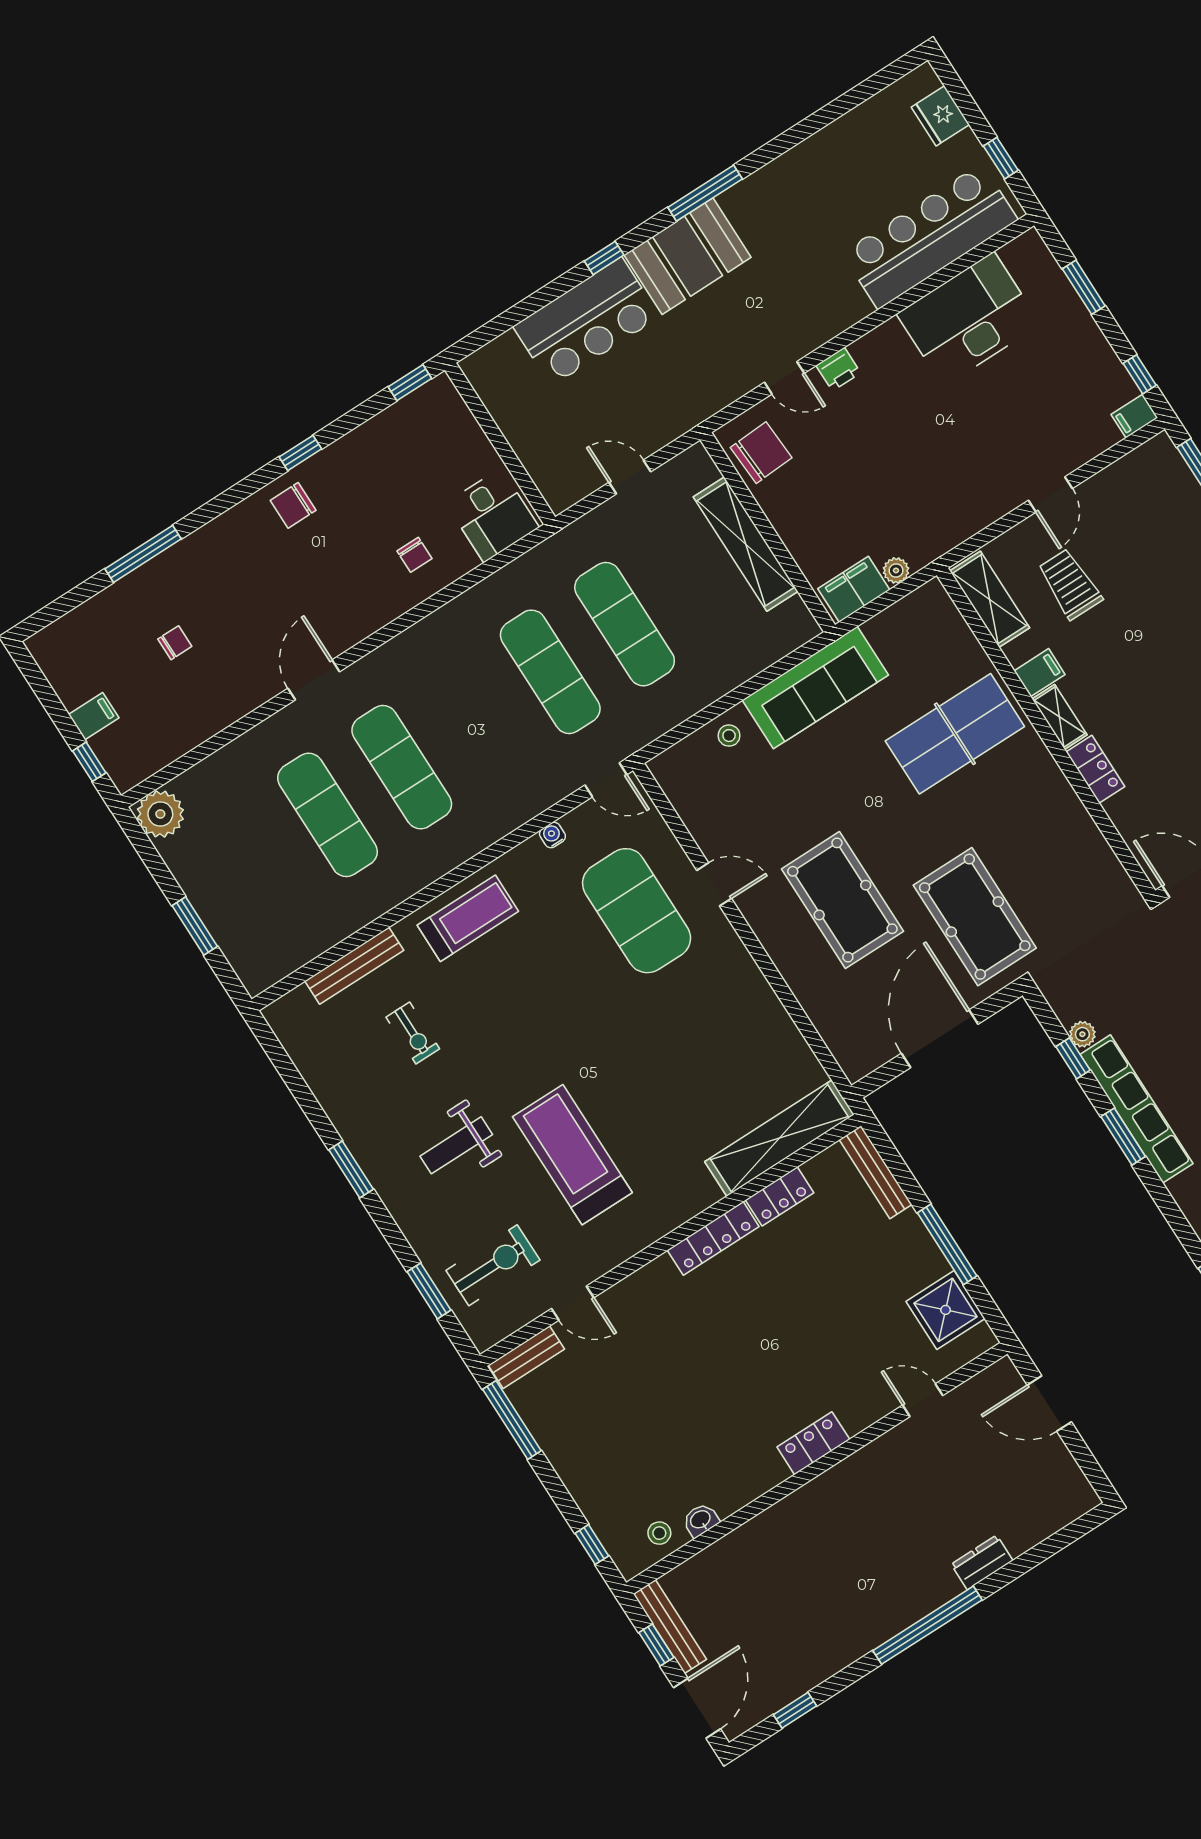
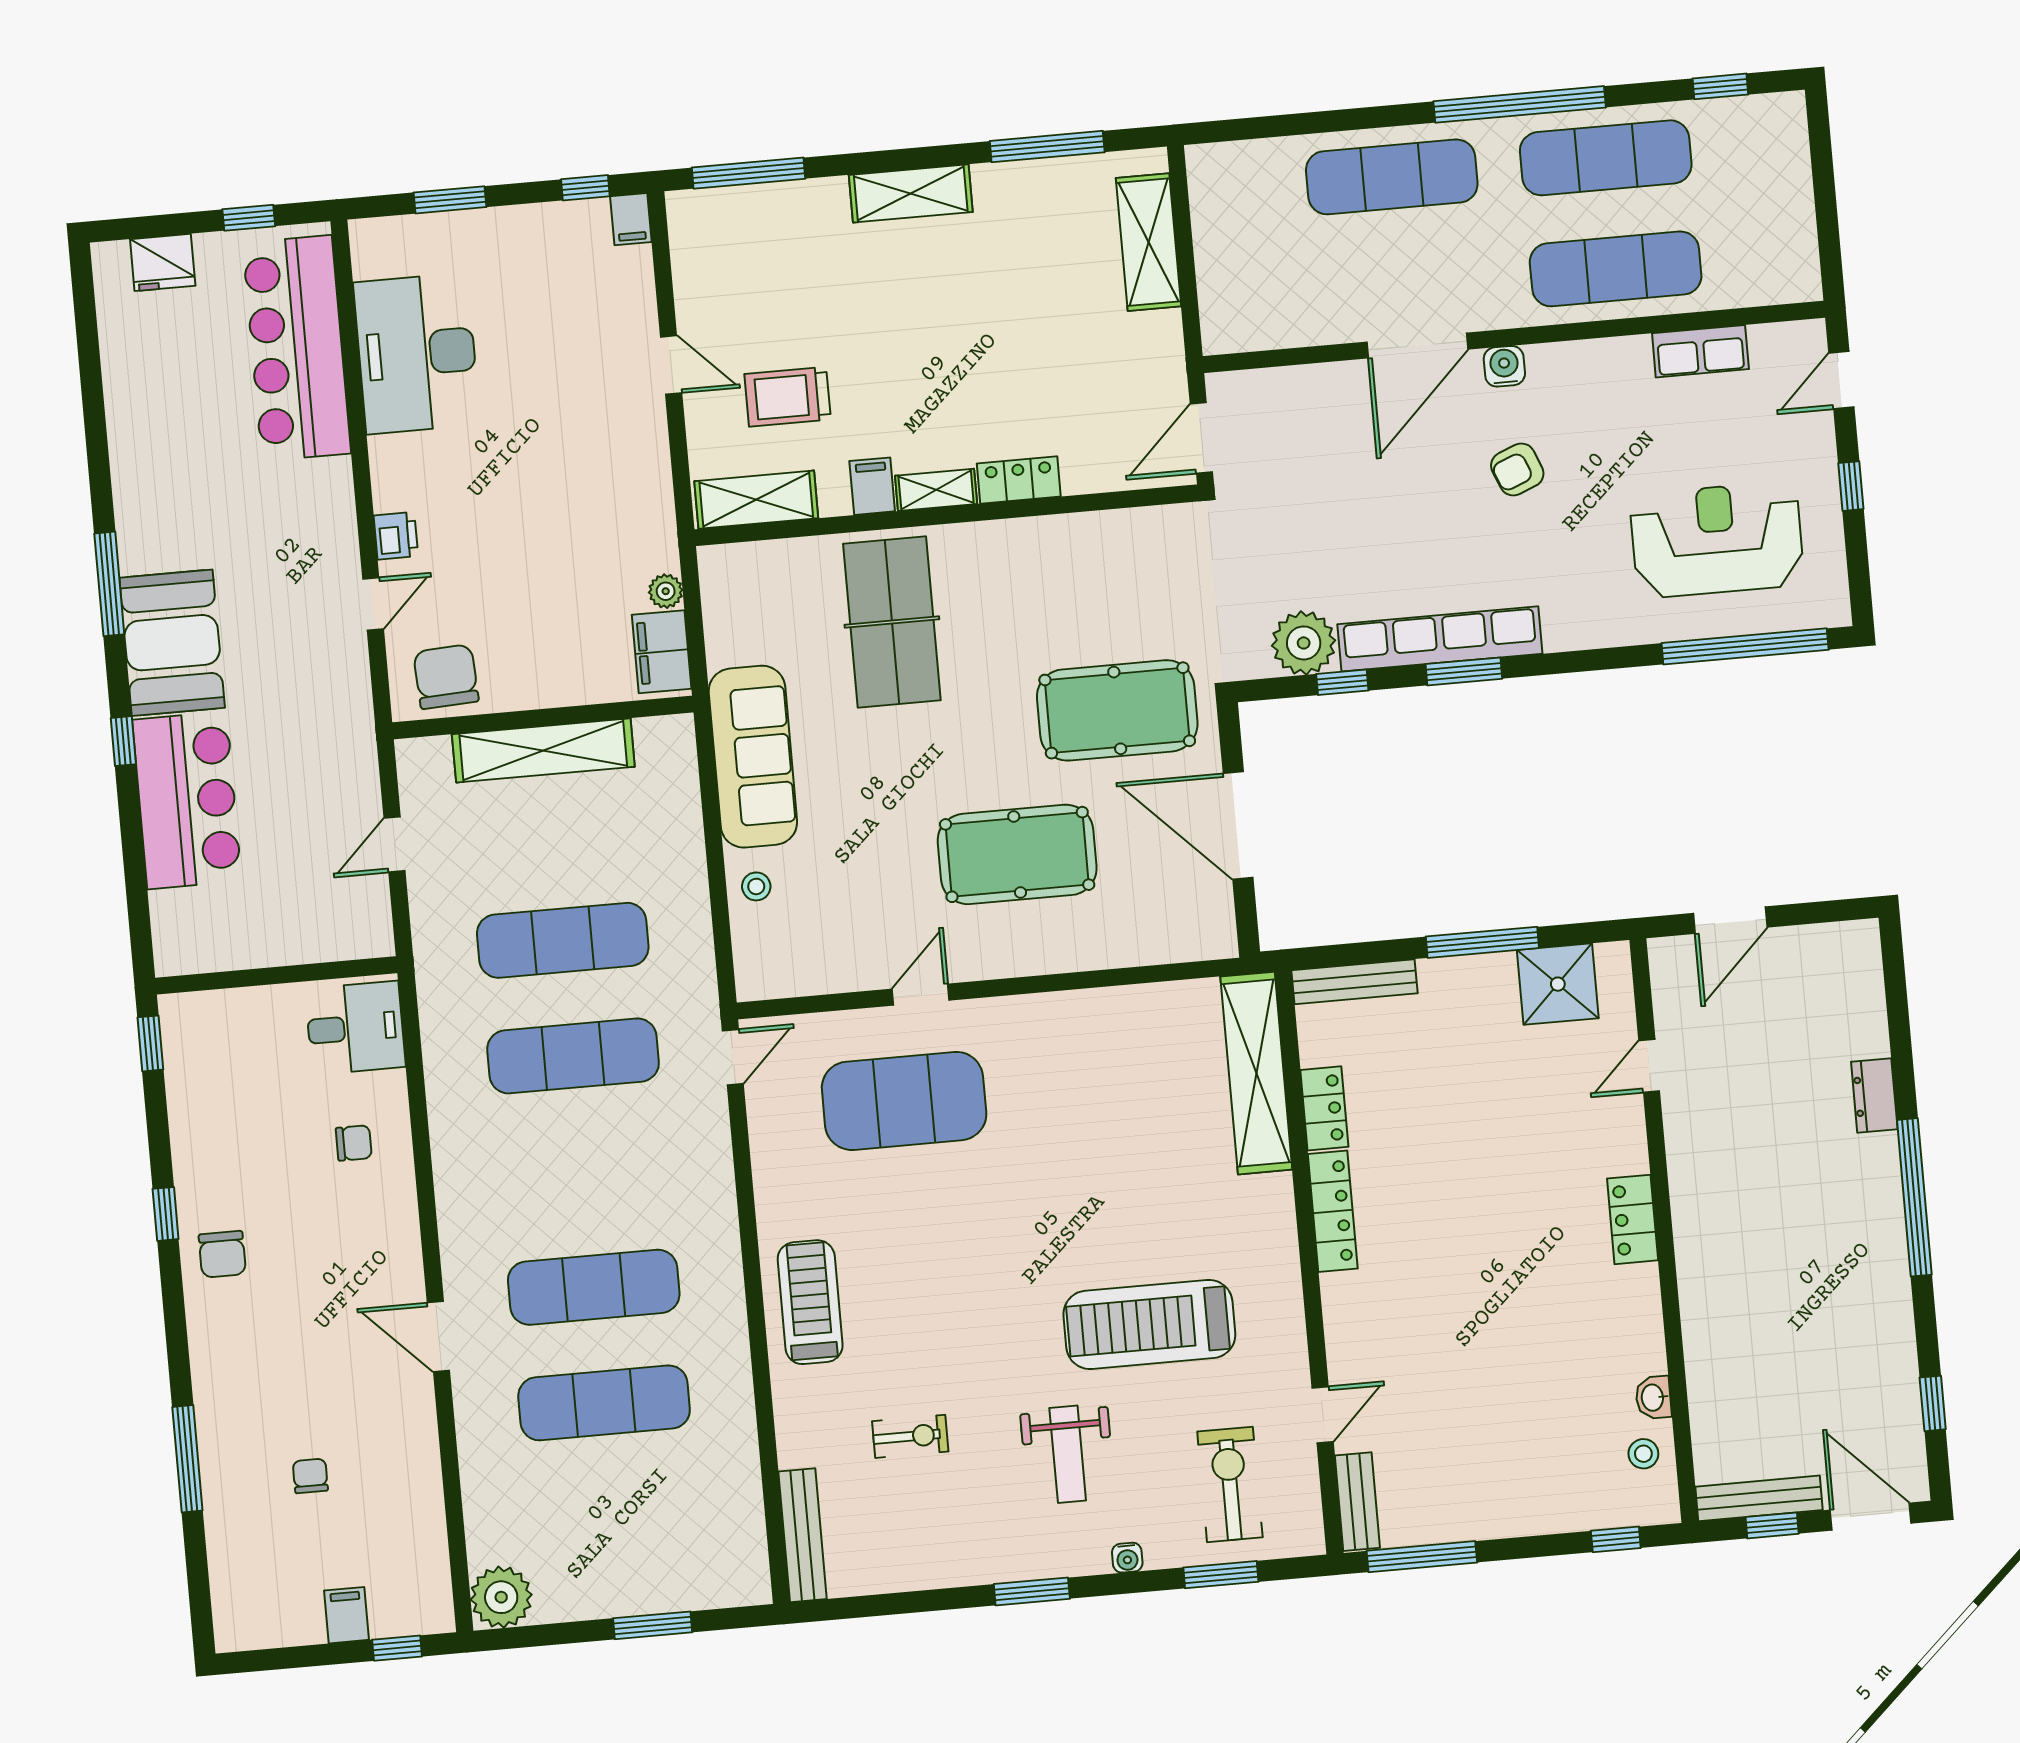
water cooler: (552, 835) -> (1127, 1558), moved, turned -90
bench: (354, 966) -> (803, 1535), moved
plant: (1082, 1034) -> (1304, 643), width x1.88, depth x1.88

